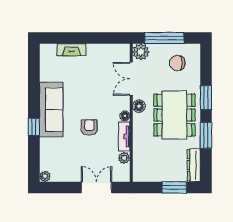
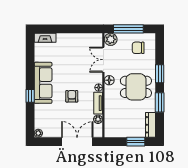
fireplace: (72, 50) -> (45, 38), moved
dining table: (174, 115) -> (136, 87), width x0.73
double door: (97, 187) -> (77, 142), width x1.37

